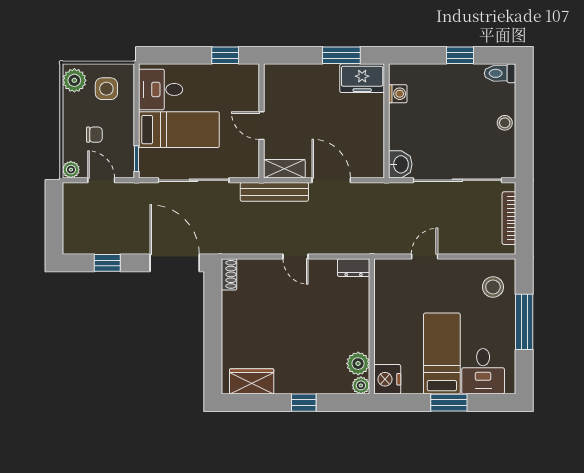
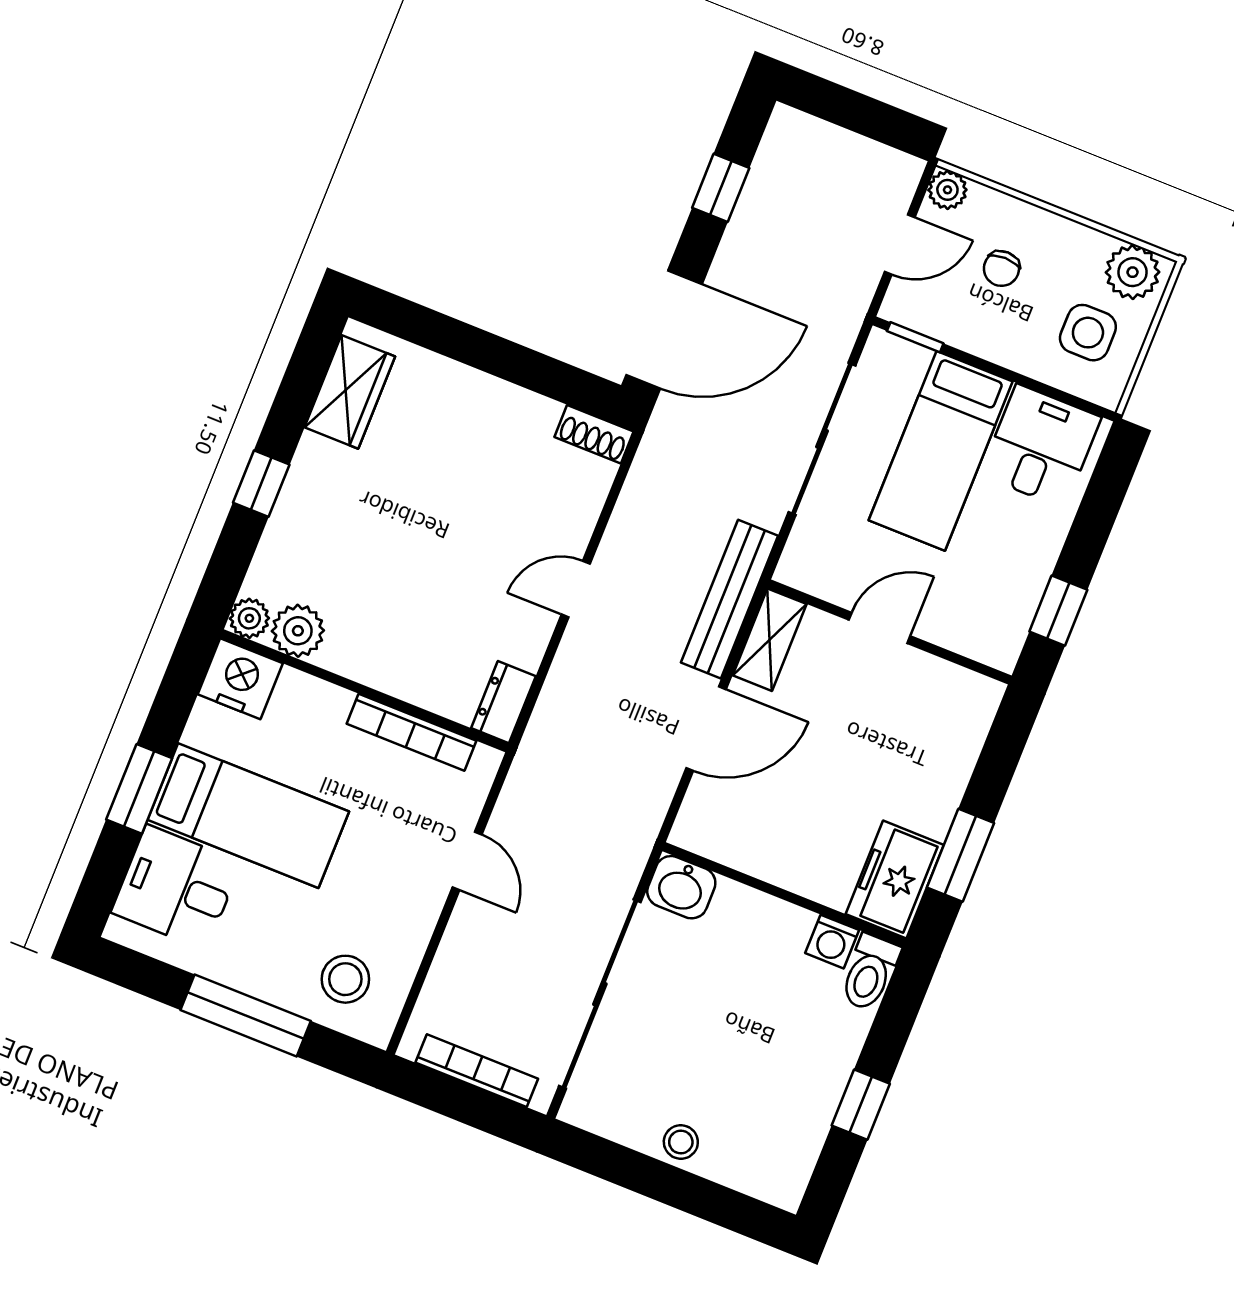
toilet: (500, 73) -> (870, 973), moved, turned 180
bookcase: (381, 300) -> (412, 732), added

